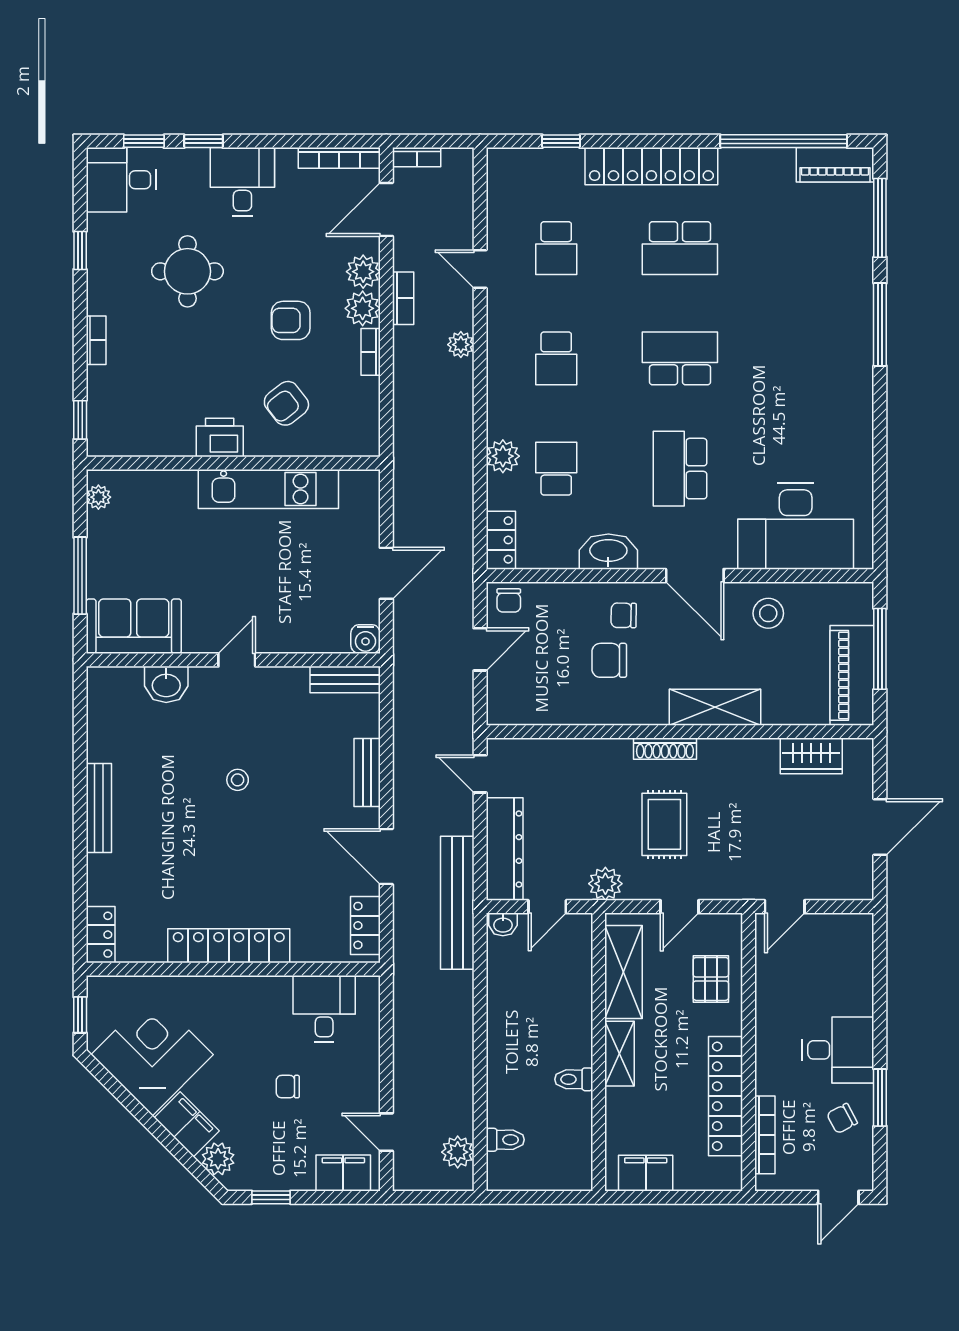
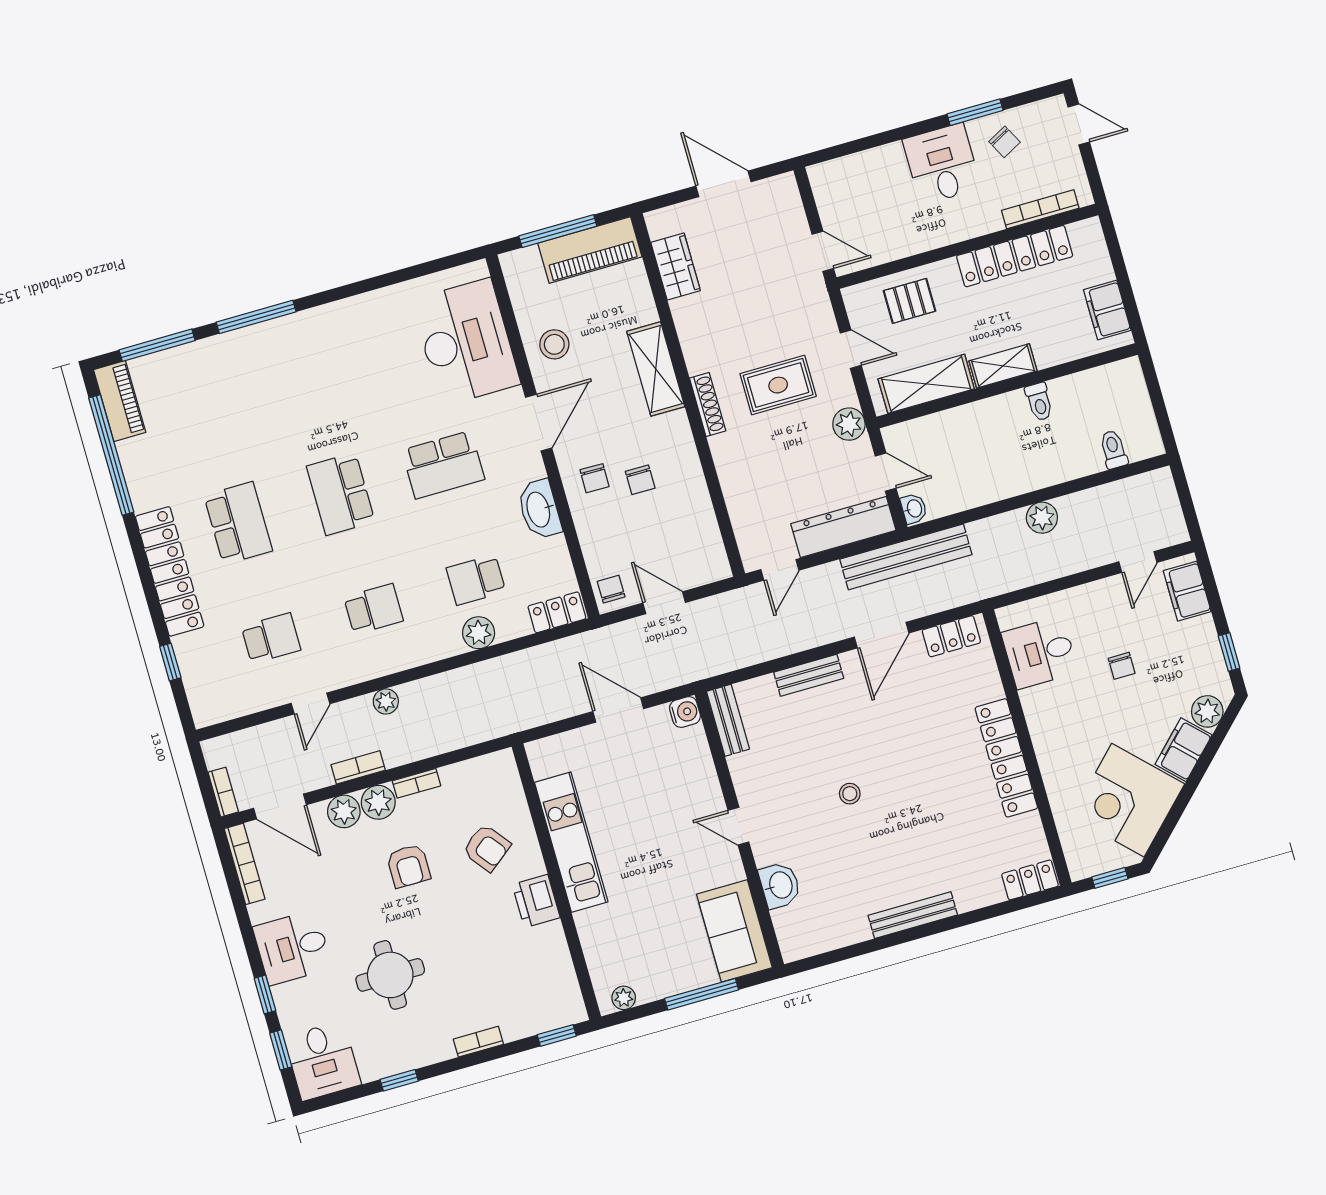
chair: (509, 600) -> (611, 589), turned -90
chair: (609, 660) -> (640, 480), width x0.73, depth x0.73
plant: (458, 1152) -> (1042, 518), moved

